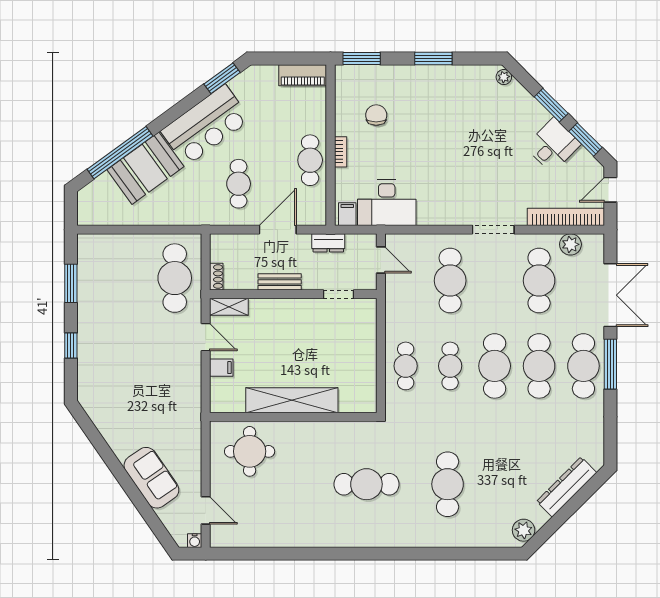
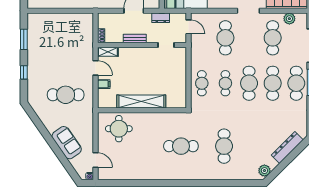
cafe table: (175, 278) -> (66, 95), moved, turned 90

